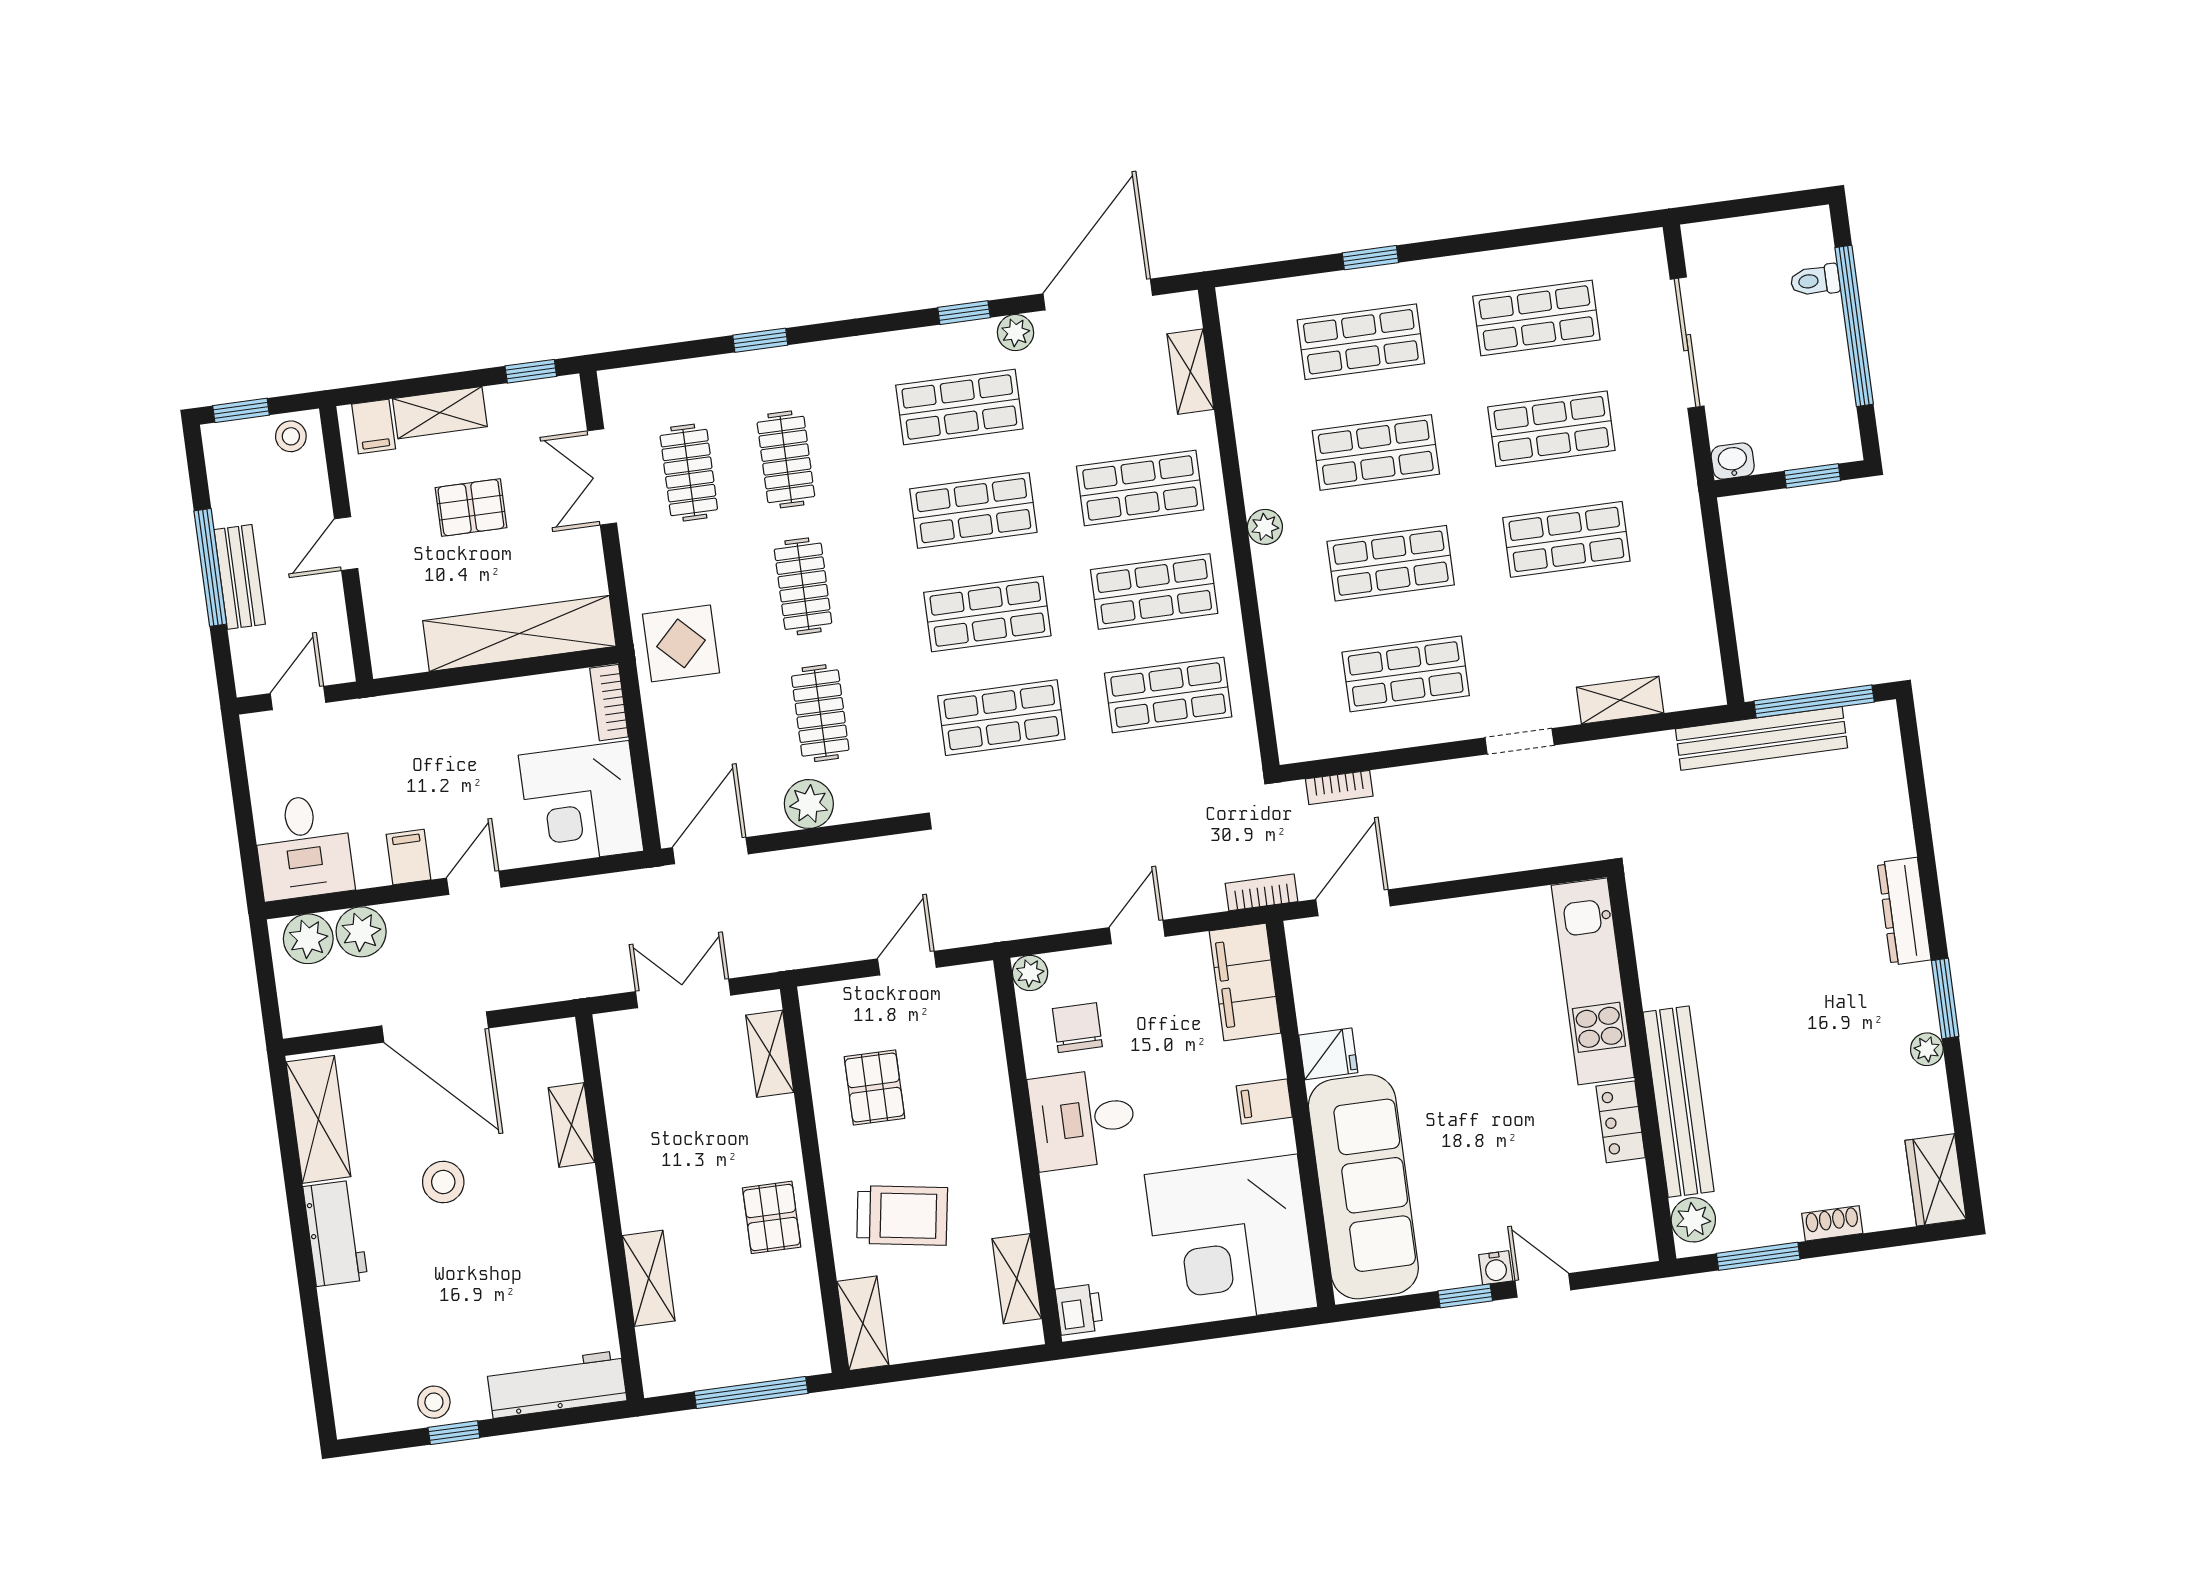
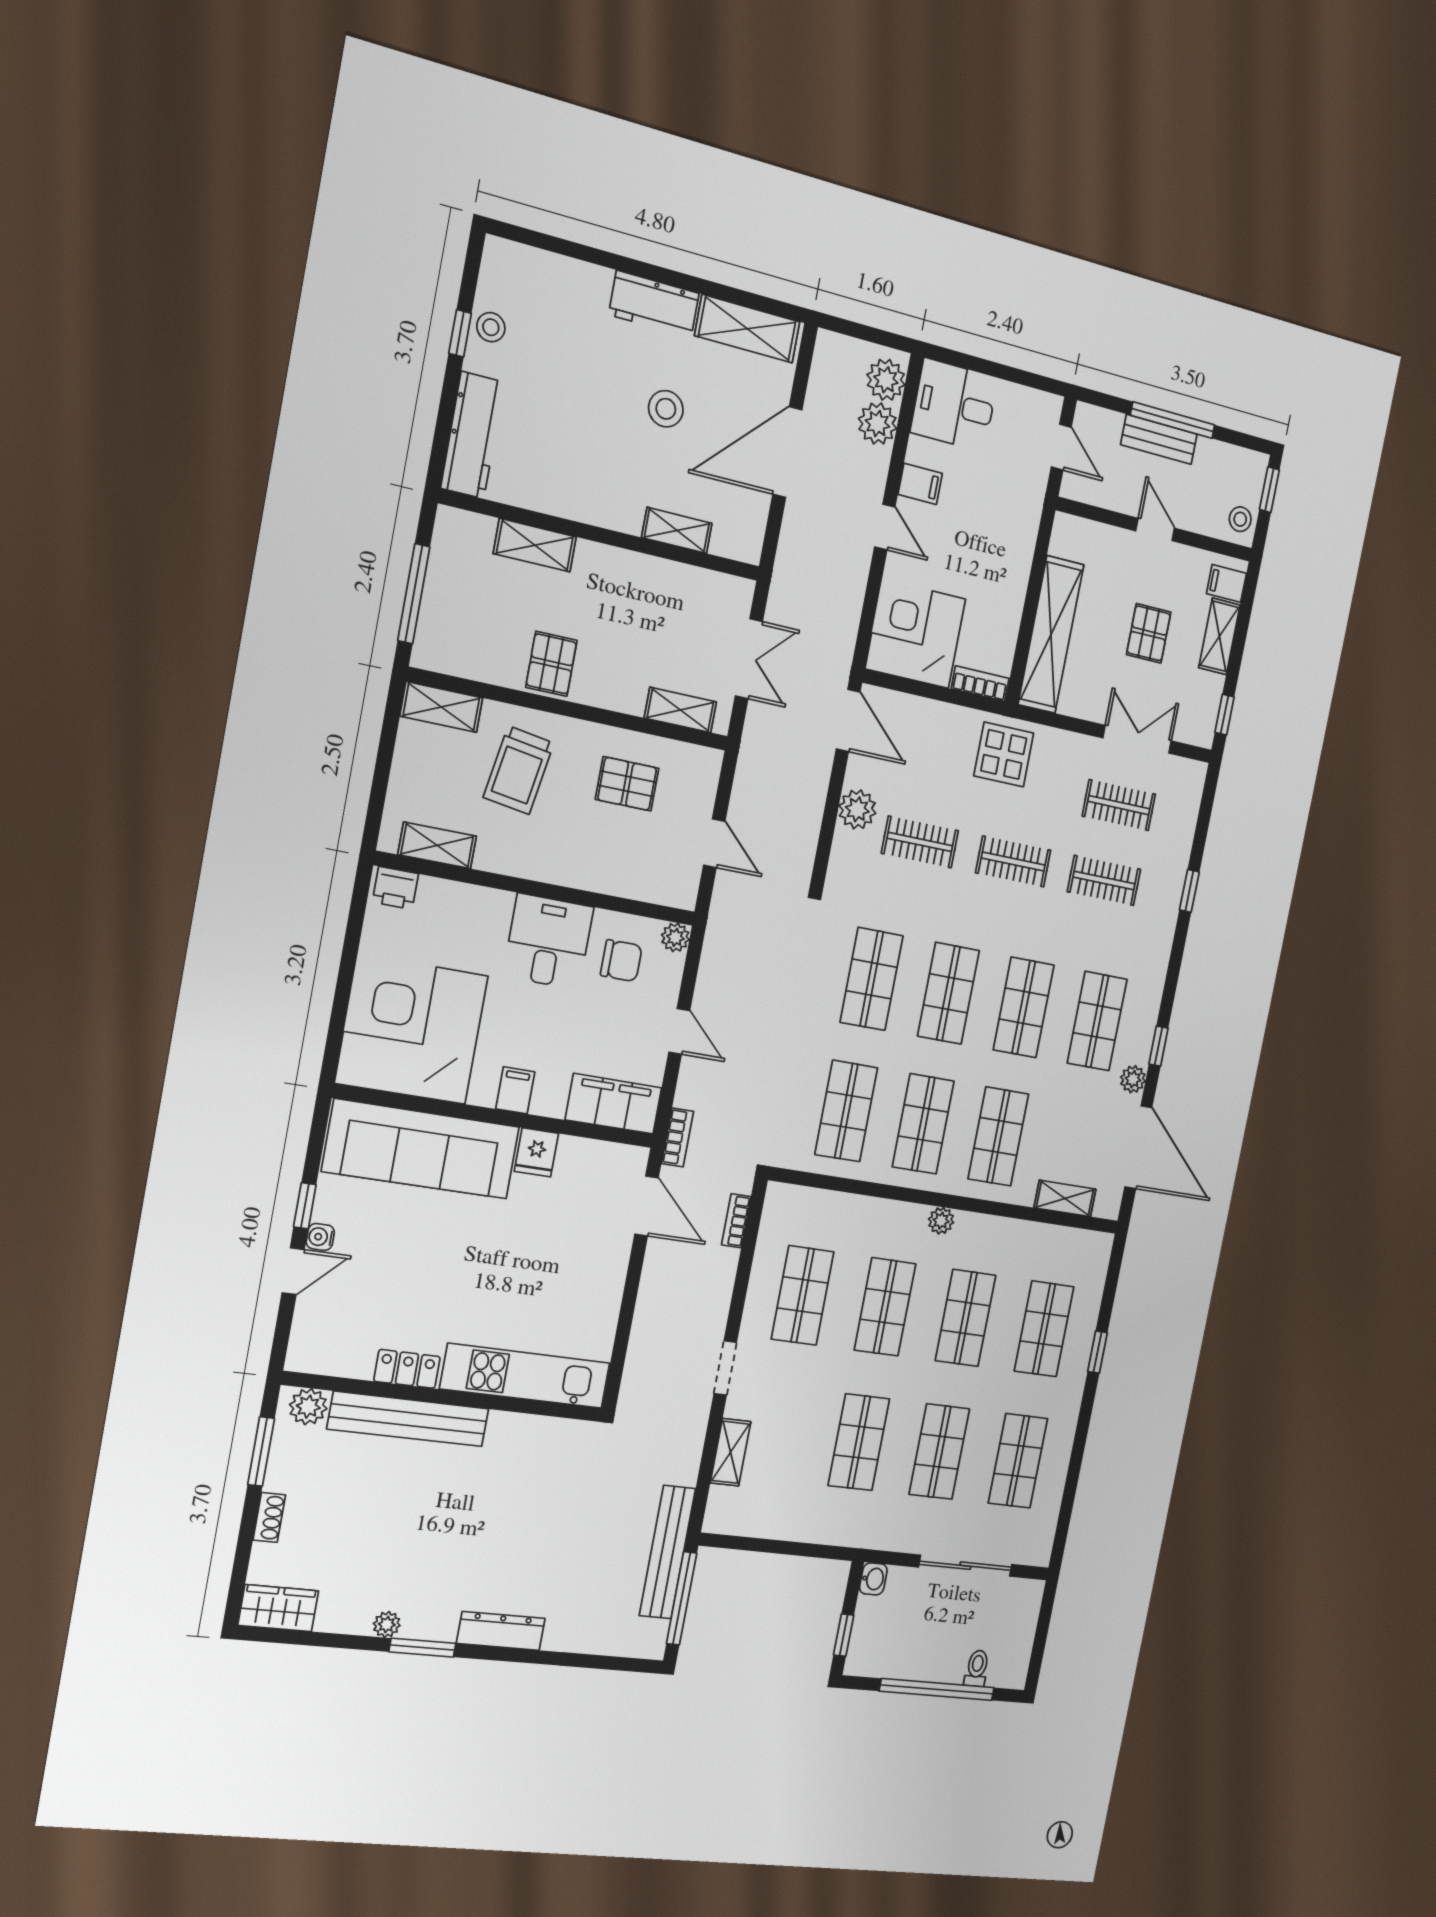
pallet: (772, 1217) -> (551, 664), turned 90

